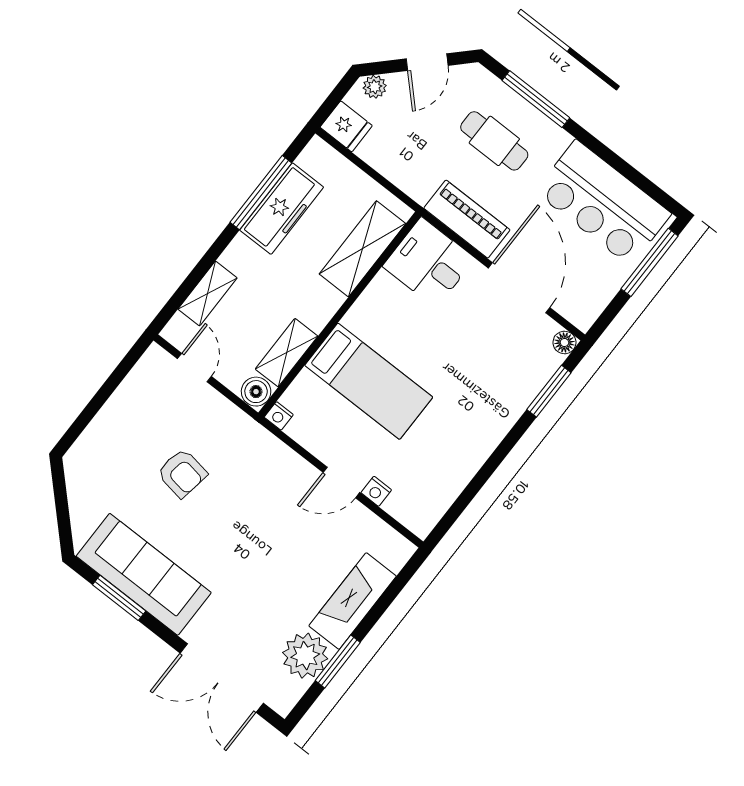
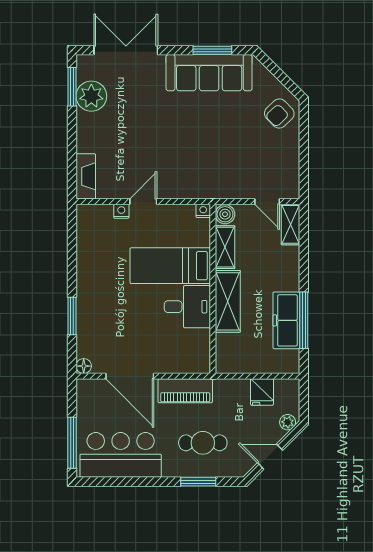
door: (427, 62) -> (270, 457), hinge flipped
window: (536, 99) -> (198, 482), width x0.69
fridge: (346, 126) -> (262, 392), moved, turned -90
shelving: (362, 249) -> (228, 301), moved
desk: (429, 263) -> (187, 307), moved
shelving: (208, 294) -> (290, 224), moved
window: (549, 391) -> (72, 316), moved
armchair: (182, 473) -> (279, 113), moved, turned -53
fireplace: (353, 601) -> (86, 176), moved, width x0.73, depth x0.76
window: (338, 661) -> (72, 87), moved

